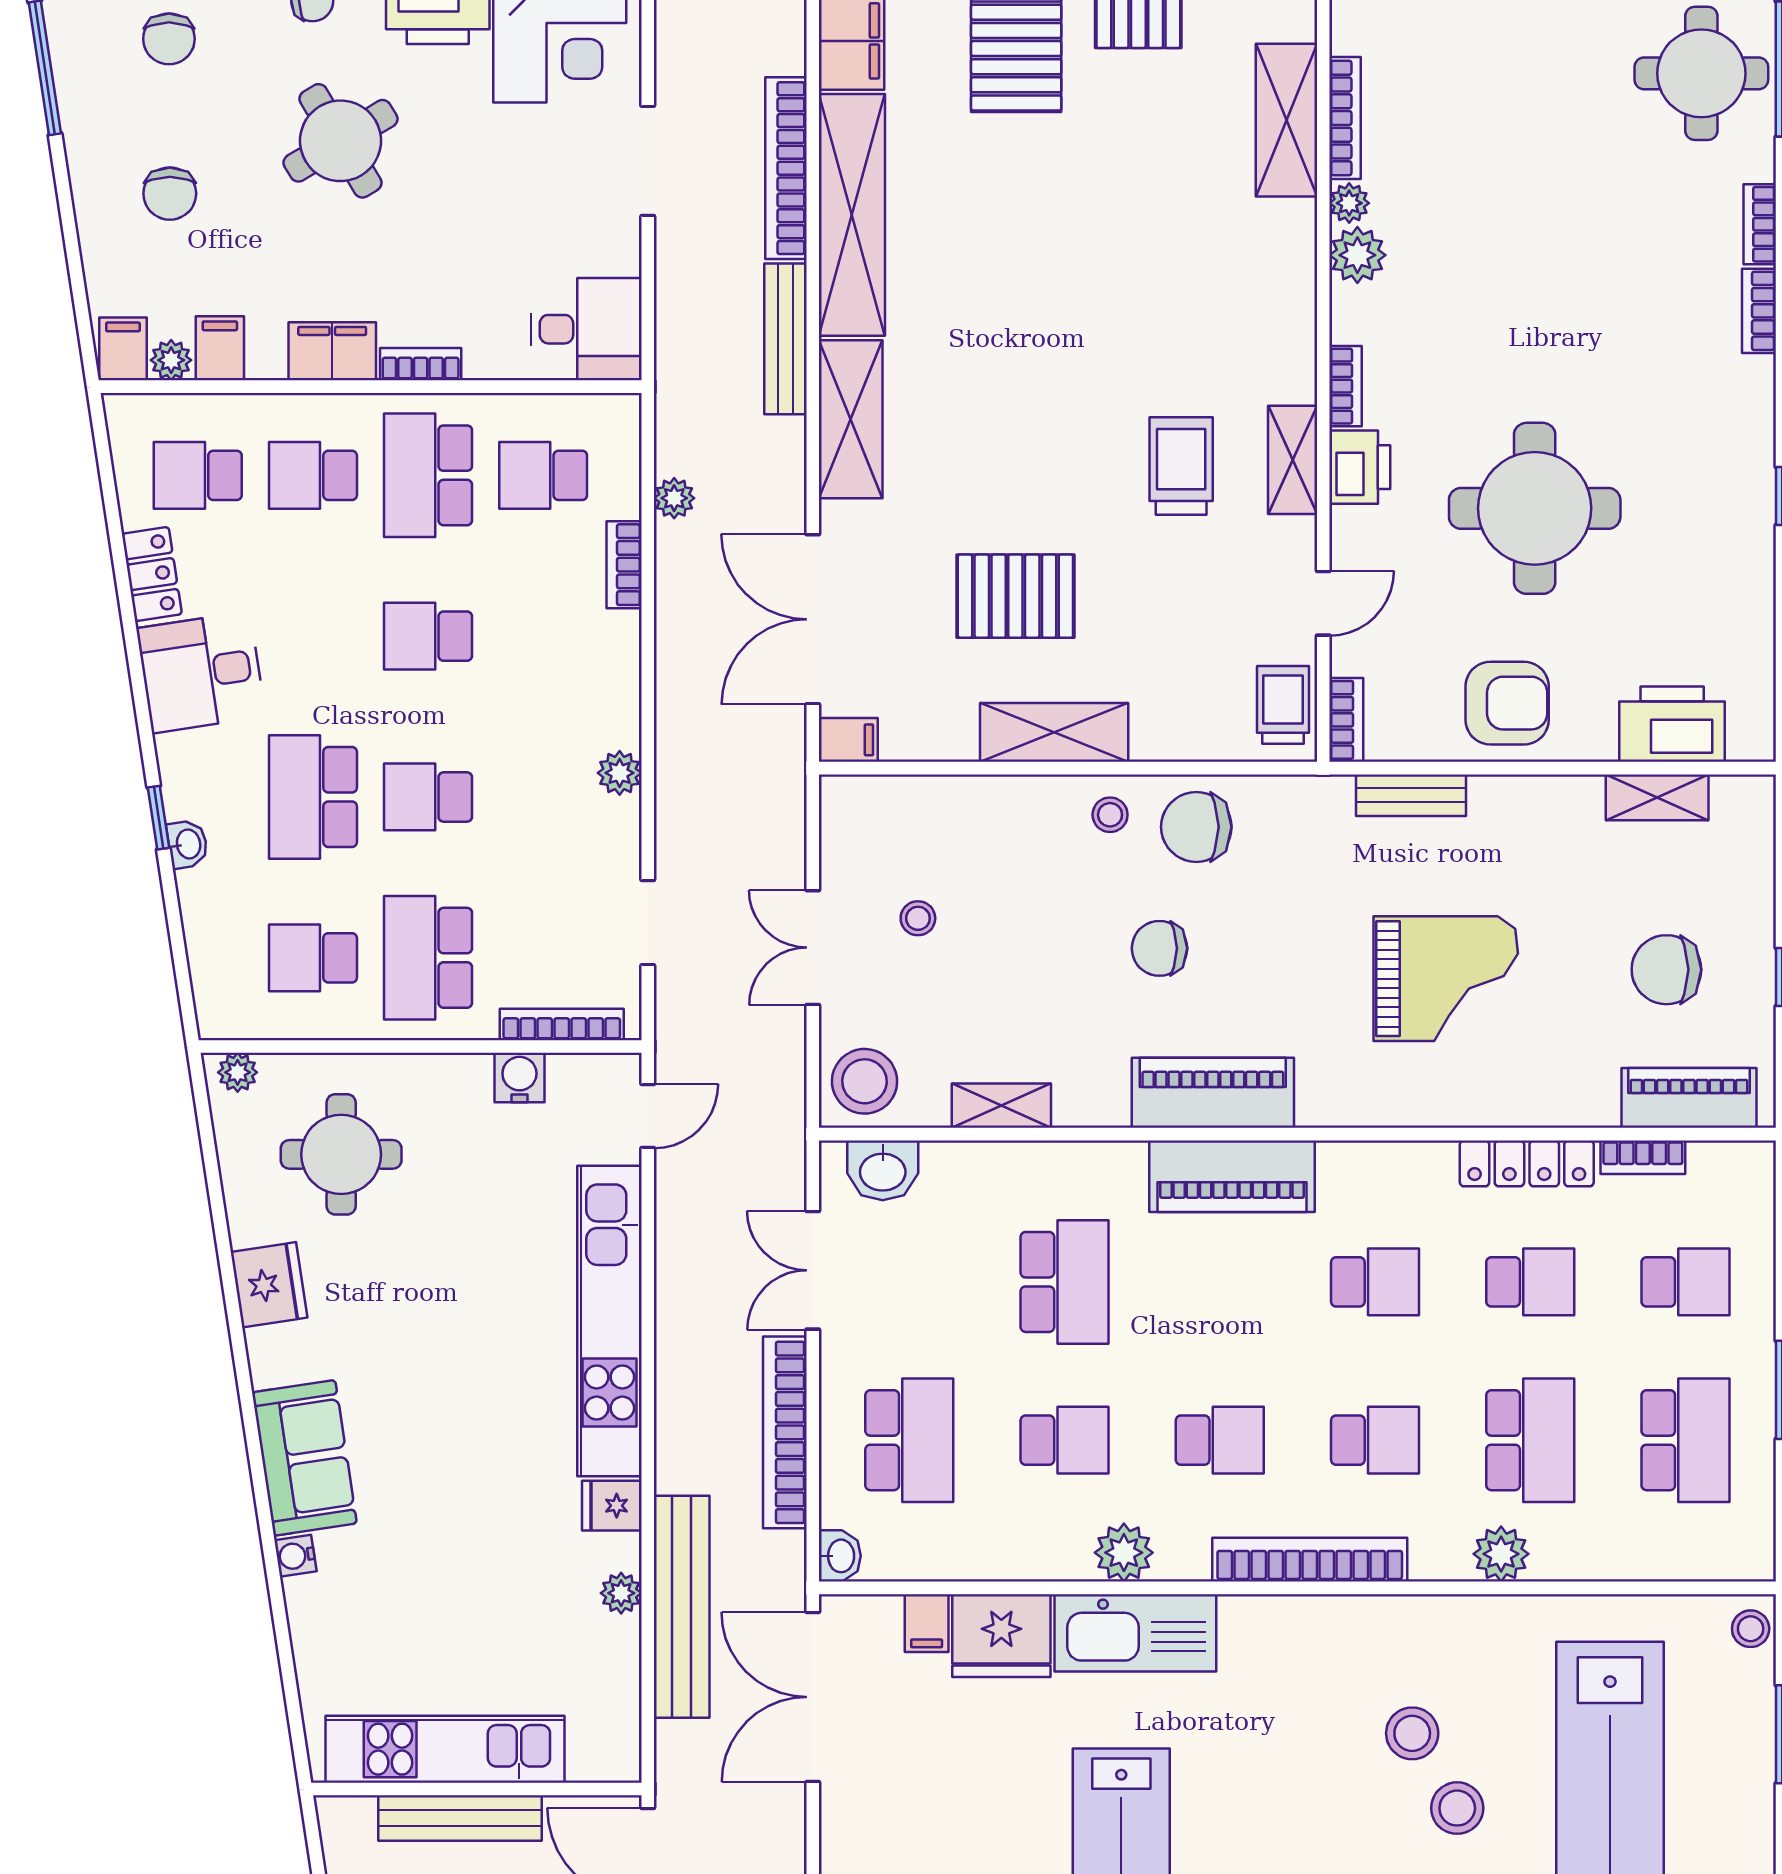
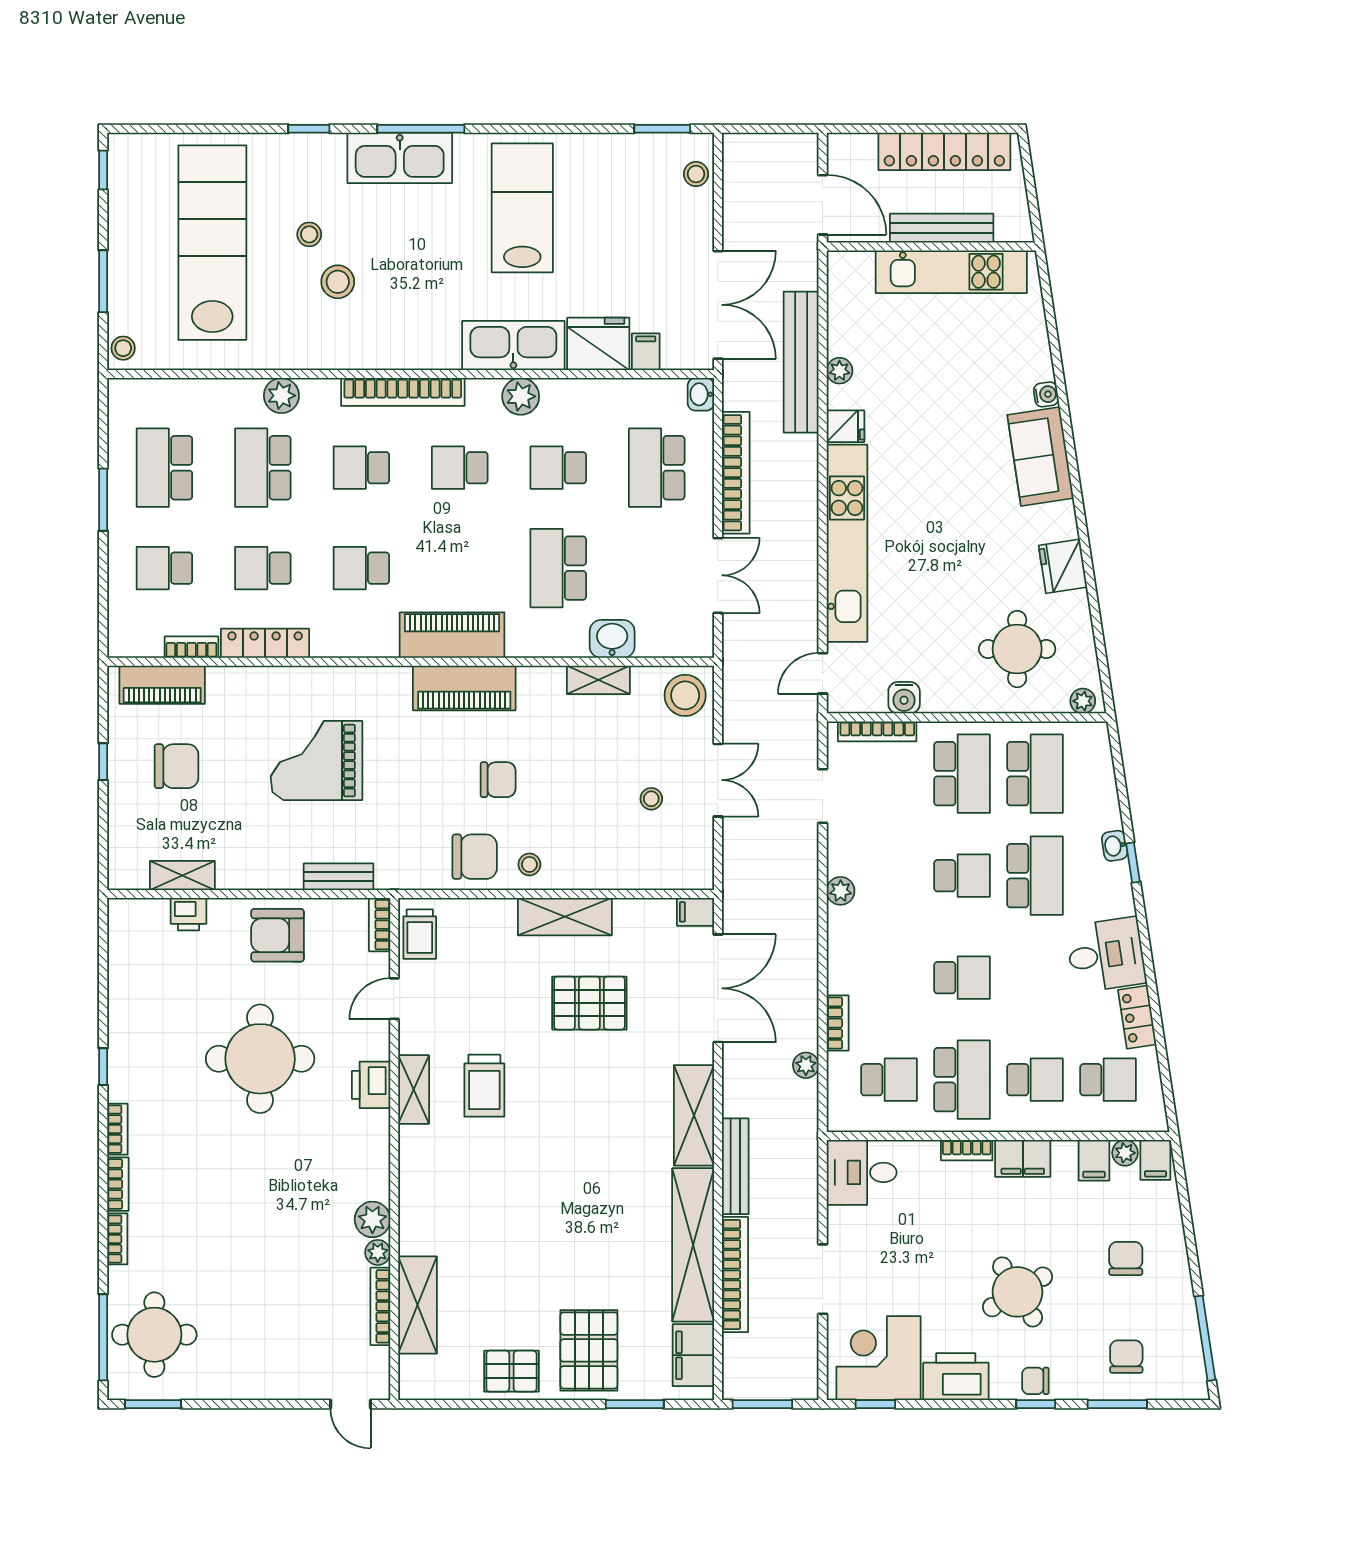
bookcase: (1345, 386) -> (117, 1129), moved, turned 180
printer: (1672, 724) -> (188, 914), width x0.53, depth x0.68
school desk: (313, 958) -> (1035, 774), width x1.85
washbasin: (883, 1170) -> (612, 639), moved
stool: (1457, 1808) -> (309, 234), width x0.73, depth x0.73

